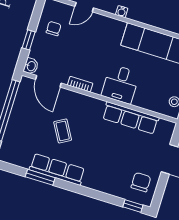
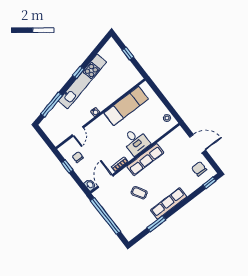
window: (29, 40) -> (67, 166), moved
door: (48, 81) -> (105, 181), swing flipped
row of seats: (131, 118) -> (145, 160), moved
row of seats: (57, 169) -> (169, 203), moved

